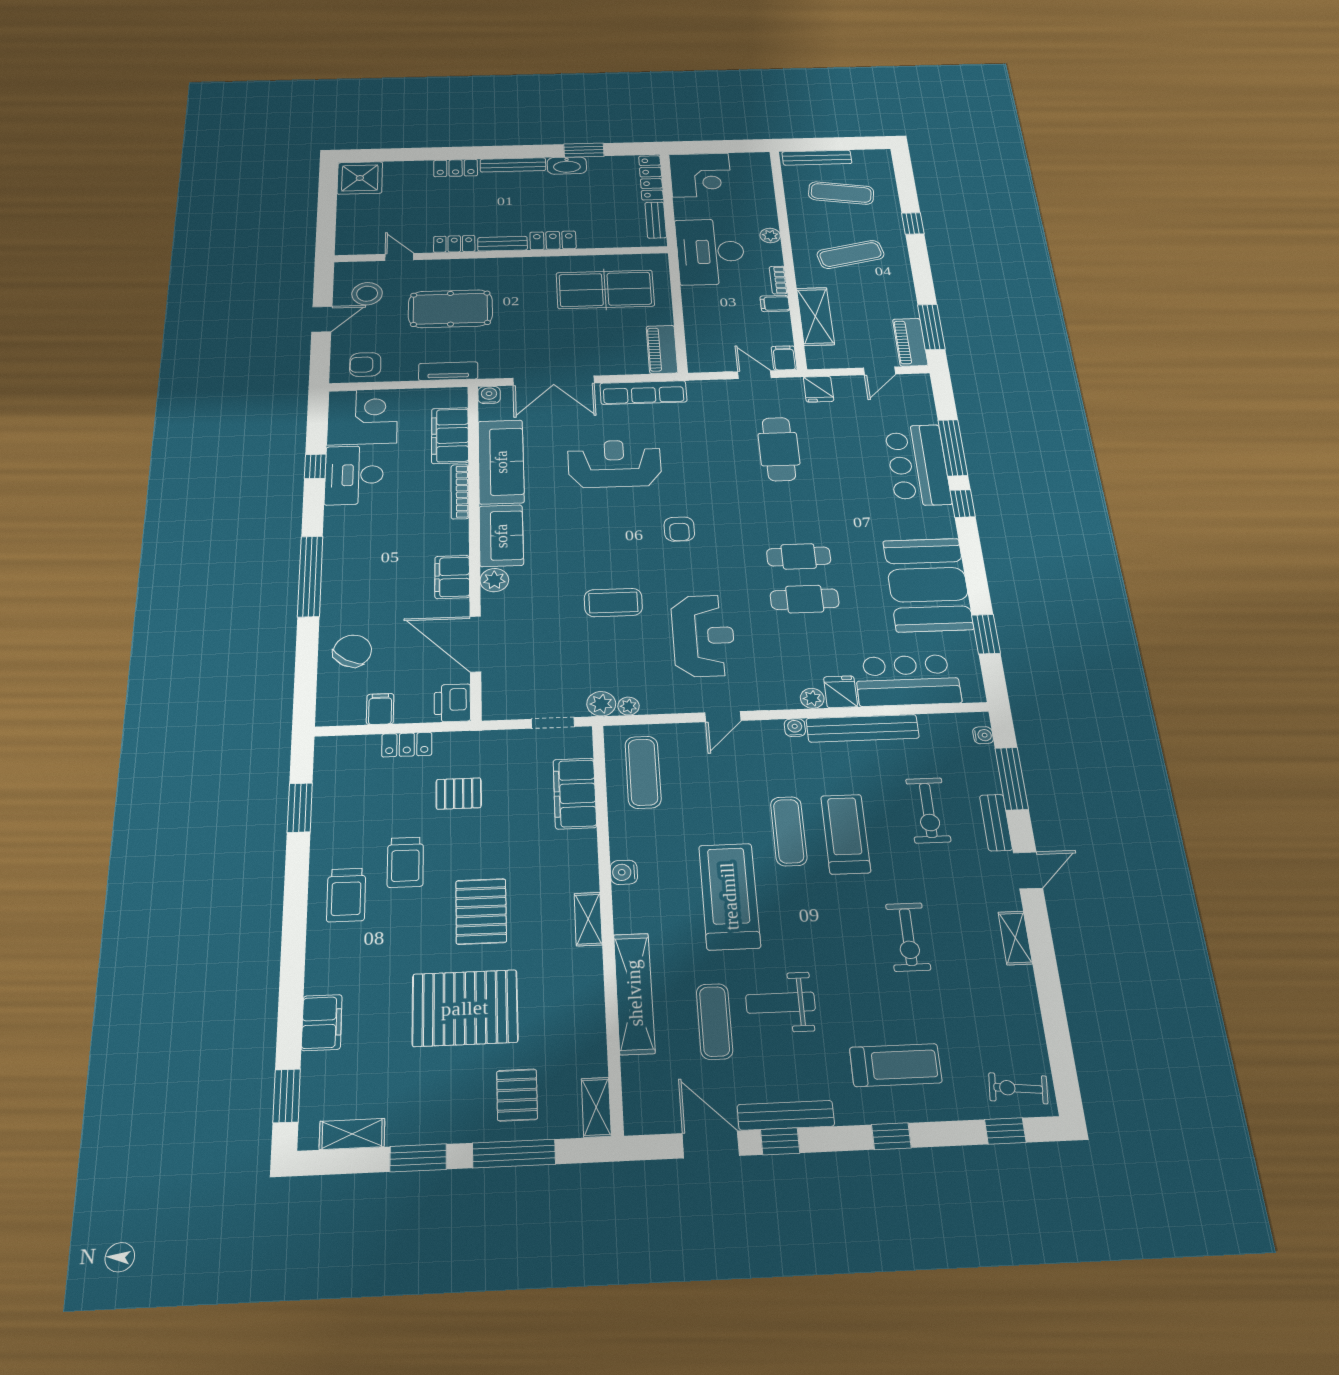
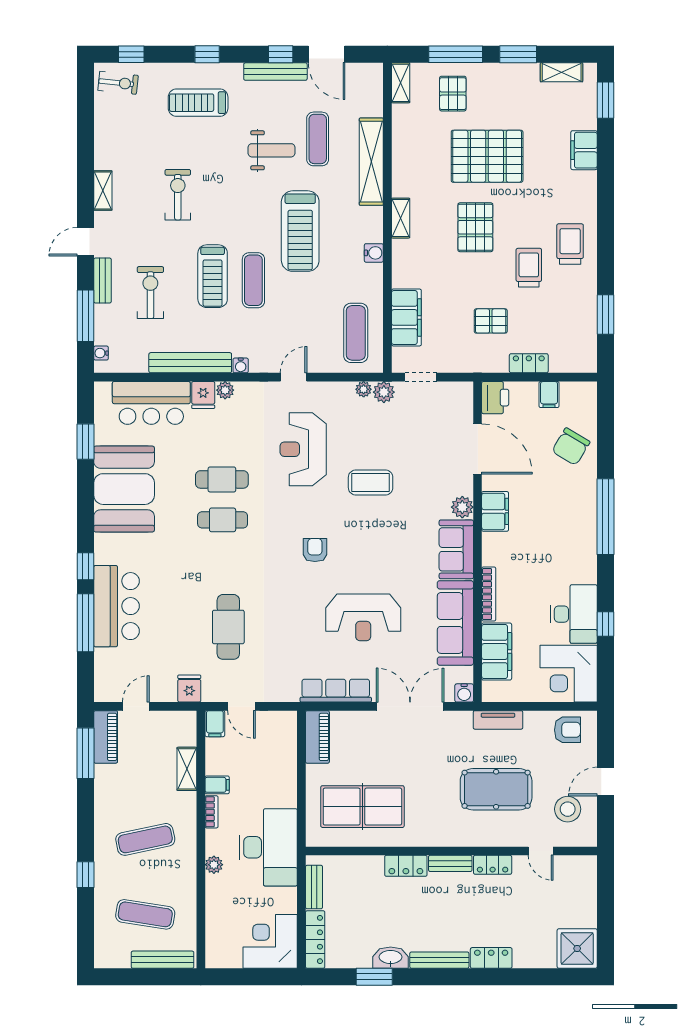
shelving: (815, 316) -> (187, 769), width x0.67, depth x0.75

